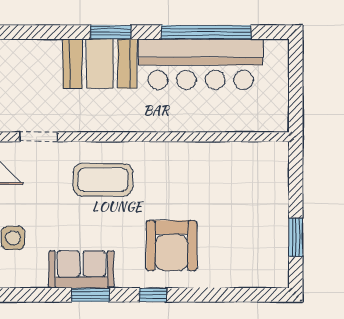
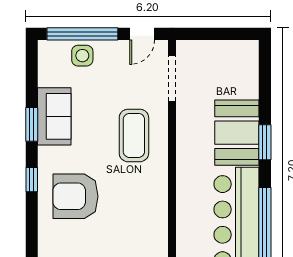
doorway: (39, 137) -> (172, 78), width x1.38

